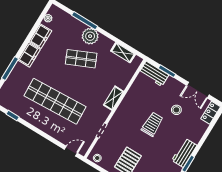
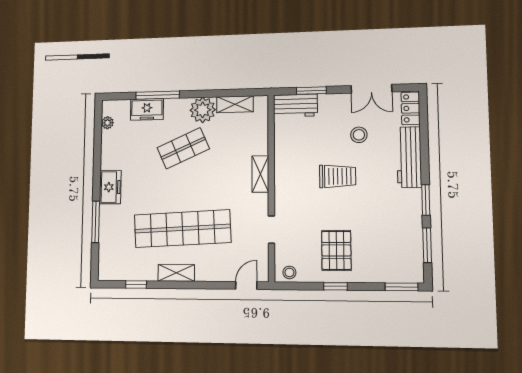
freezer: (40, 36) -> (147, 109), moved, turned 90
plant: (90, 36) -> (203, 110), moved
shelving: (38, 122) -> (176, 273), added
trolley: (152, 124) -> (338, 176), turned 90
workbench: (184, 153) -> (409, 157), moved, width x1.38

